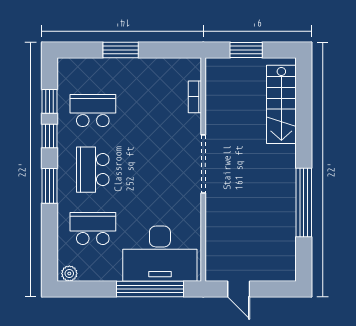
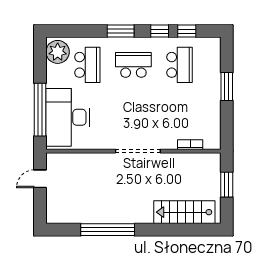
plant: (69, 274) -> (58, 52), width x1.87, depth x1.87

